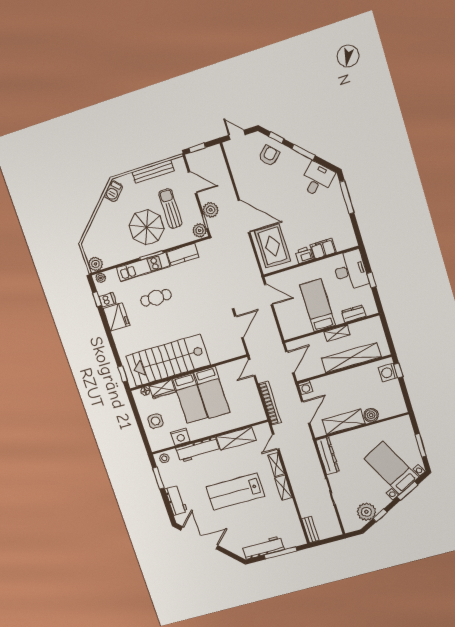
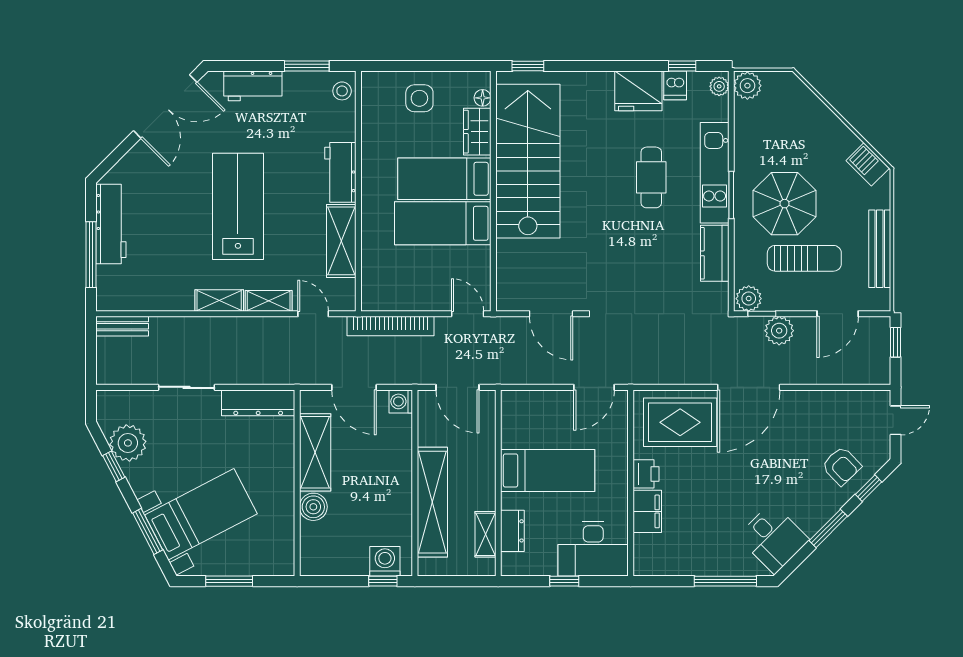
shelving: (337, 333) -> (485, 534), moved
nightstand: (180, 437) -> (375, 136), removed
workbench: (198, 450) -> (340, 172), width x0.73

